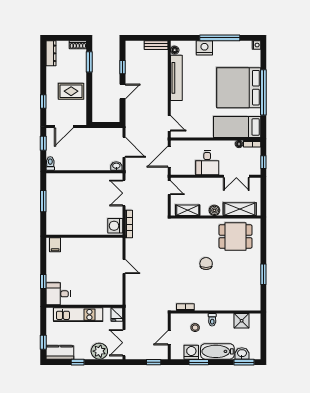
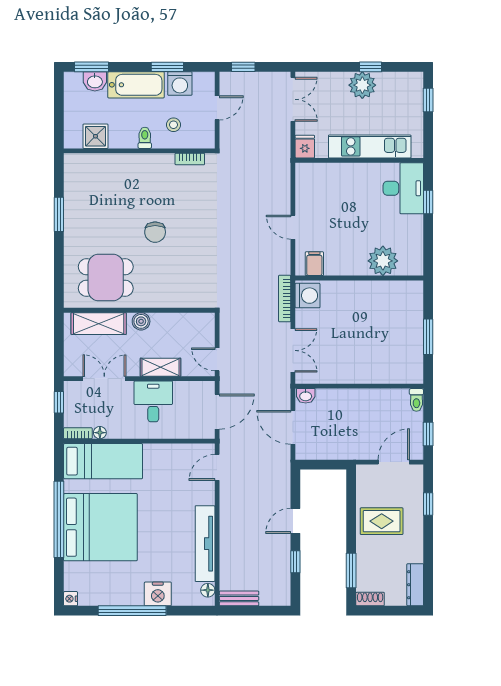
door: (169, 123) -> (217, 467), hinge flipped
shelving: (188, 210) -> (160, 367), moved
filing cabinet: (55, 245) -> (314, 264), moved
plant: (70, 246) -> (383, 261), added
desk: (58, 294) -> (403, 188), width x1.37
plant: (99, 351) -> (362, 85), moved
kitchen counter: (60, 352) -> (400, 83), removed

